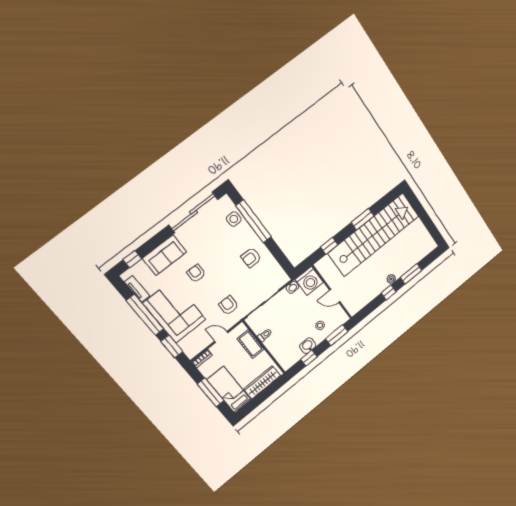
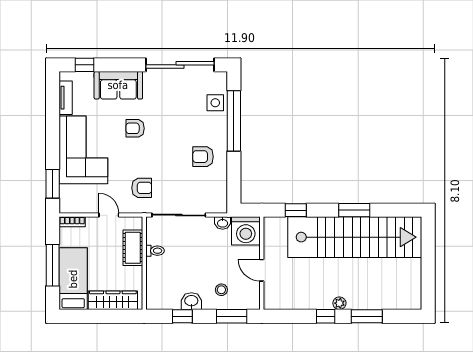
armchair: (196, 273) -> (135, 128), turned -90
armchair: (229, 305) -> (142, 188), turned 90
window: (145, 315) -> (53, 130), removed

